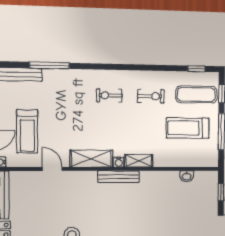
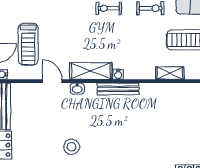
shelving: (139, 161) -> (170, 73), moved
washbasin: (187, 176) -> (77, 89), moved

